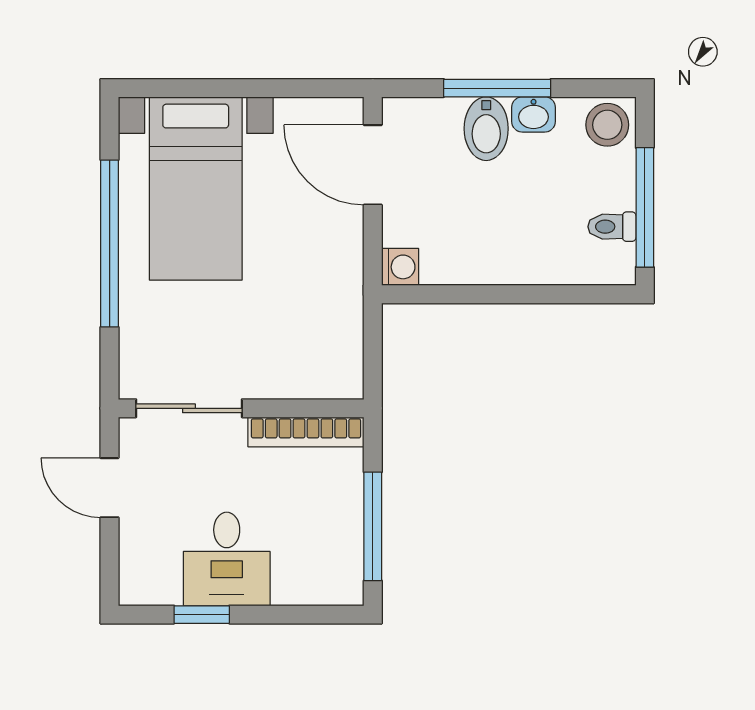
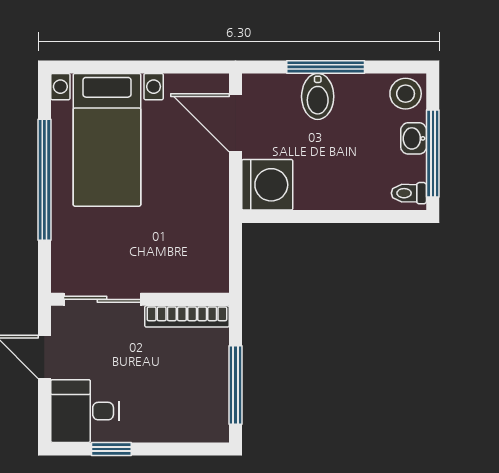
washbasin: (534, 114) -> (414, 138), moved, turned 90
toilet: (612, 227) -> (409, 193), moved
washing machine: (400, 267) -> (267, 185), width x1.89, depth x1.89
desk: (227, 559) -> (85, 411), moved, turned 90

